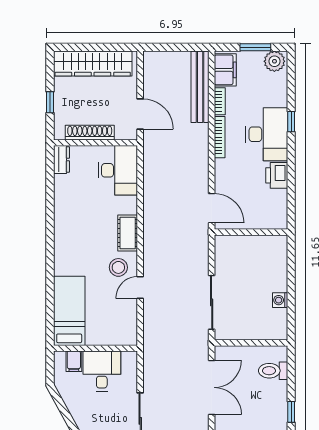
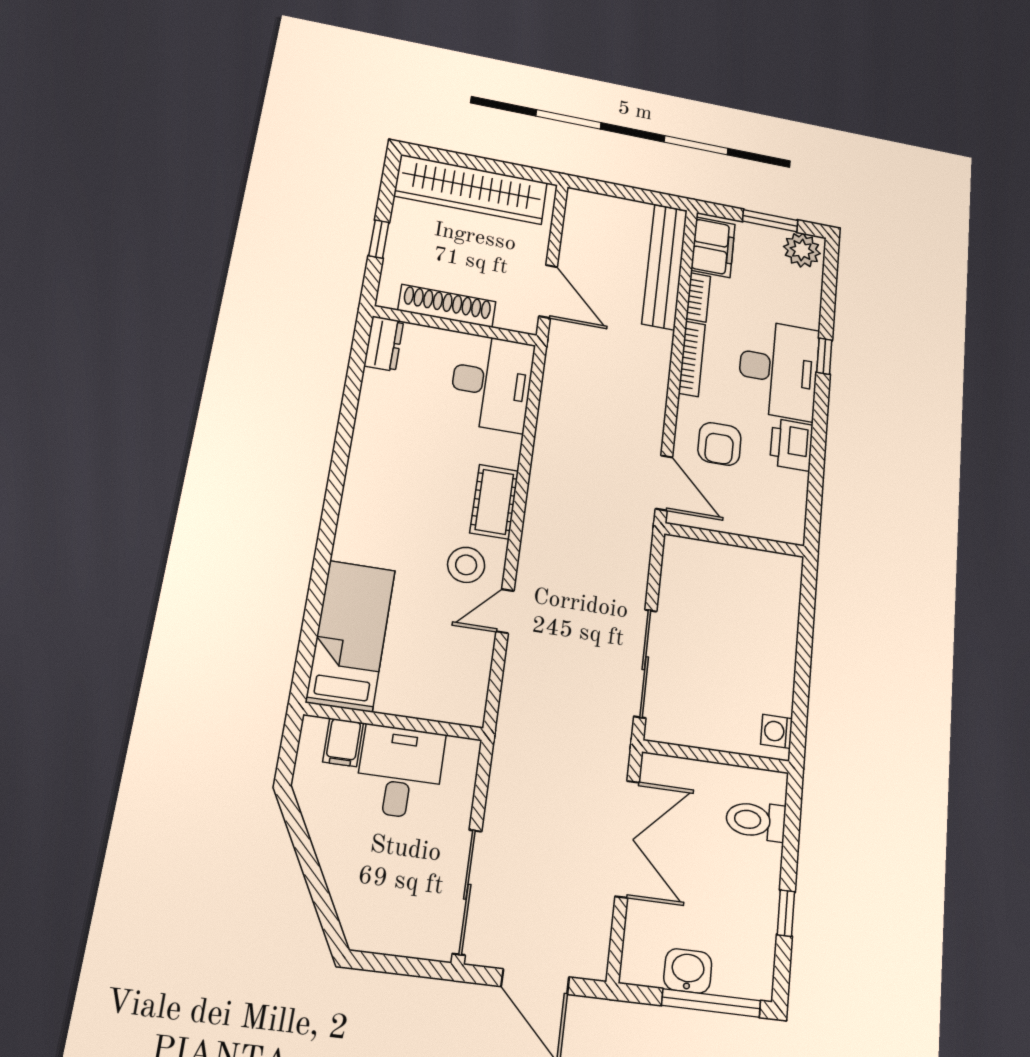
armchair: (239, 182) -> (719, 444), added
washing machine: (280, 300) -> (777, 731), moved

